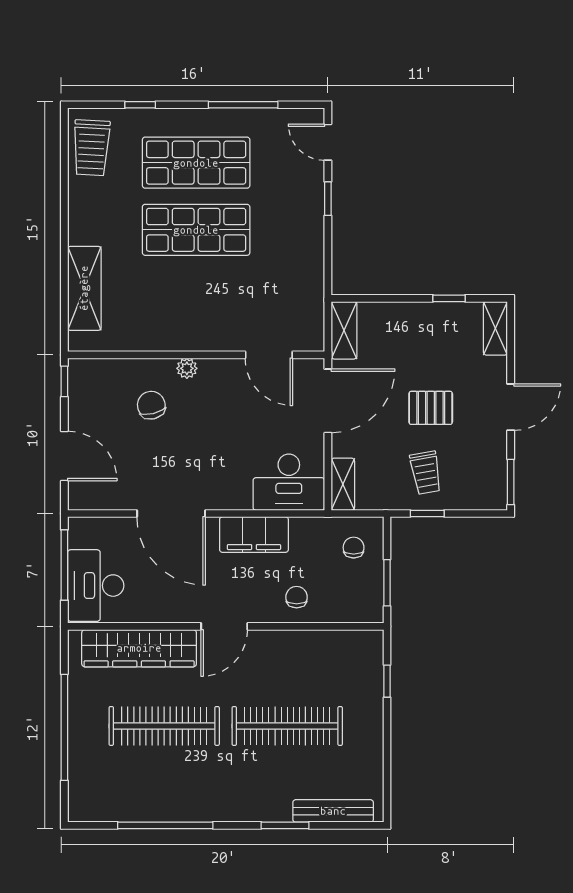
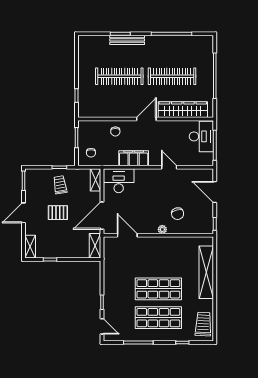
shelving: (84, 288) -> (206, 272), width x1.47
door: (171, 514) -> (169, 167), width x0.53
bench: (333, 811) -> (127, 40), moved

